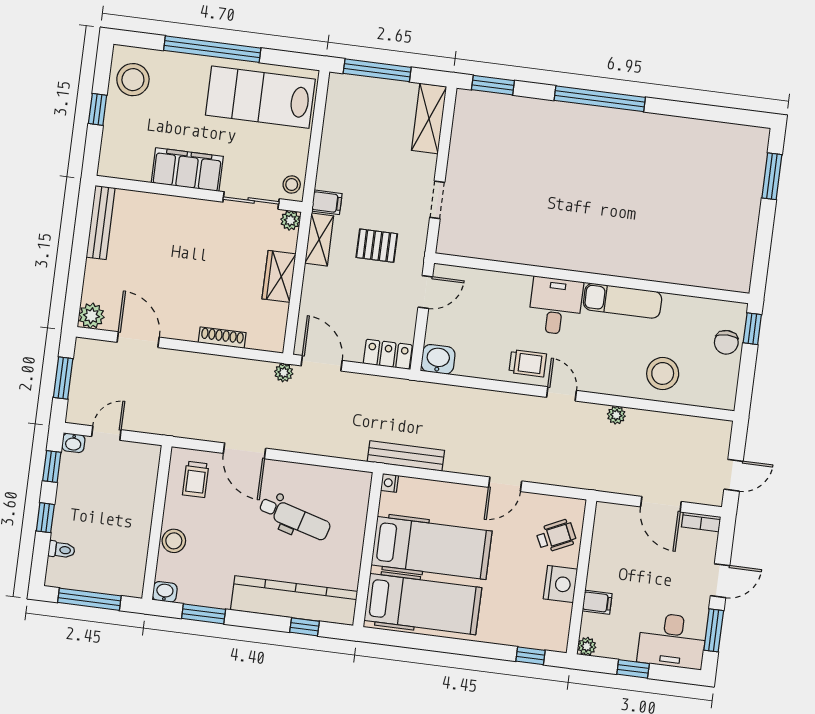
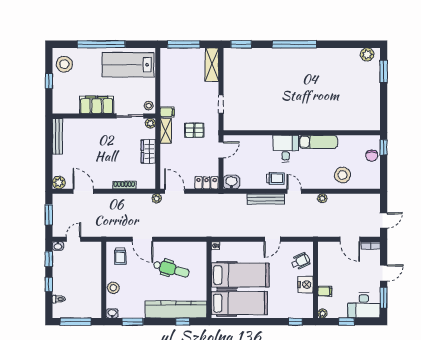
plant: (743, 138) -> (367, 54), added
bench: (406, 456) -> (266, 199), moved

